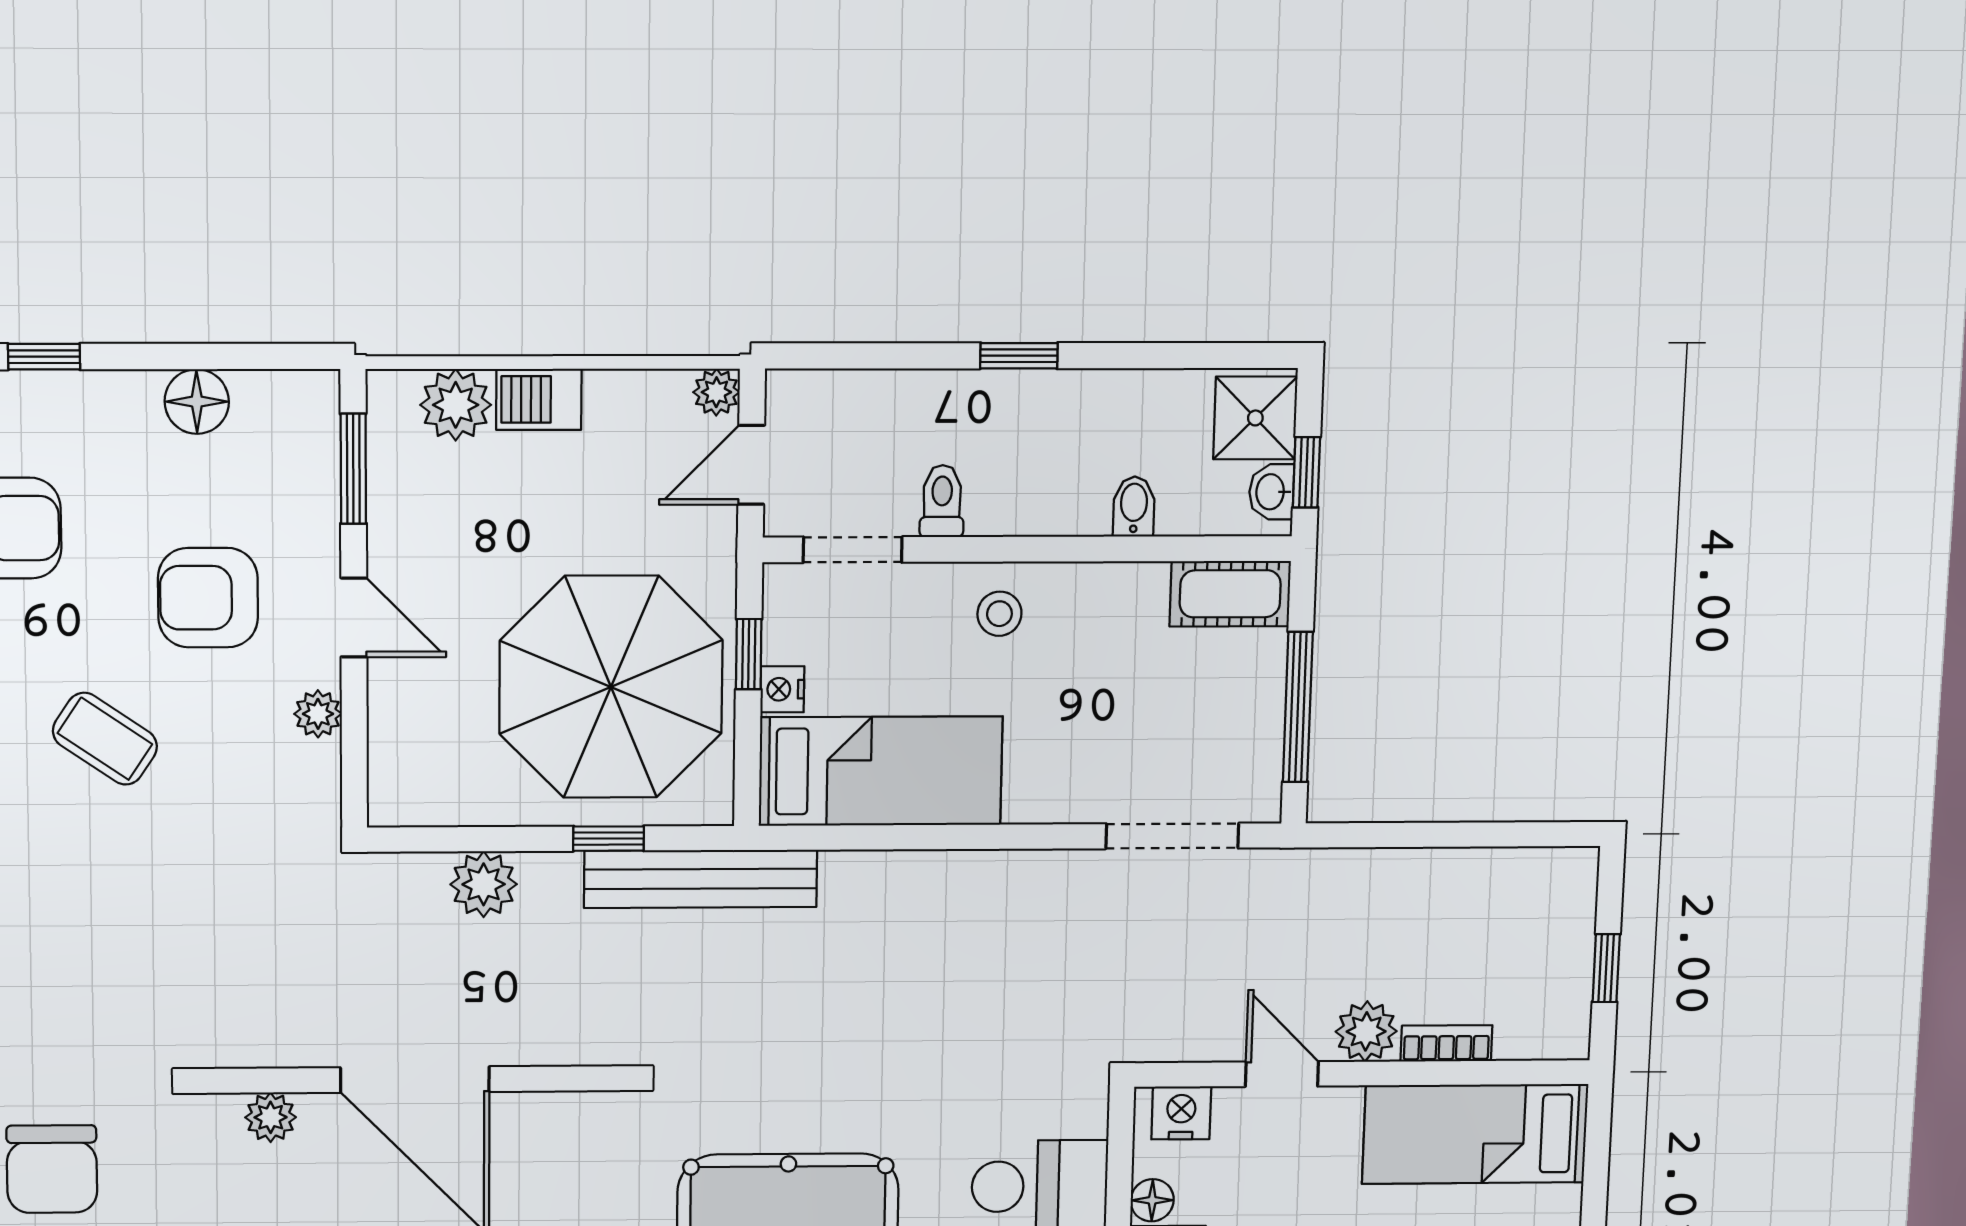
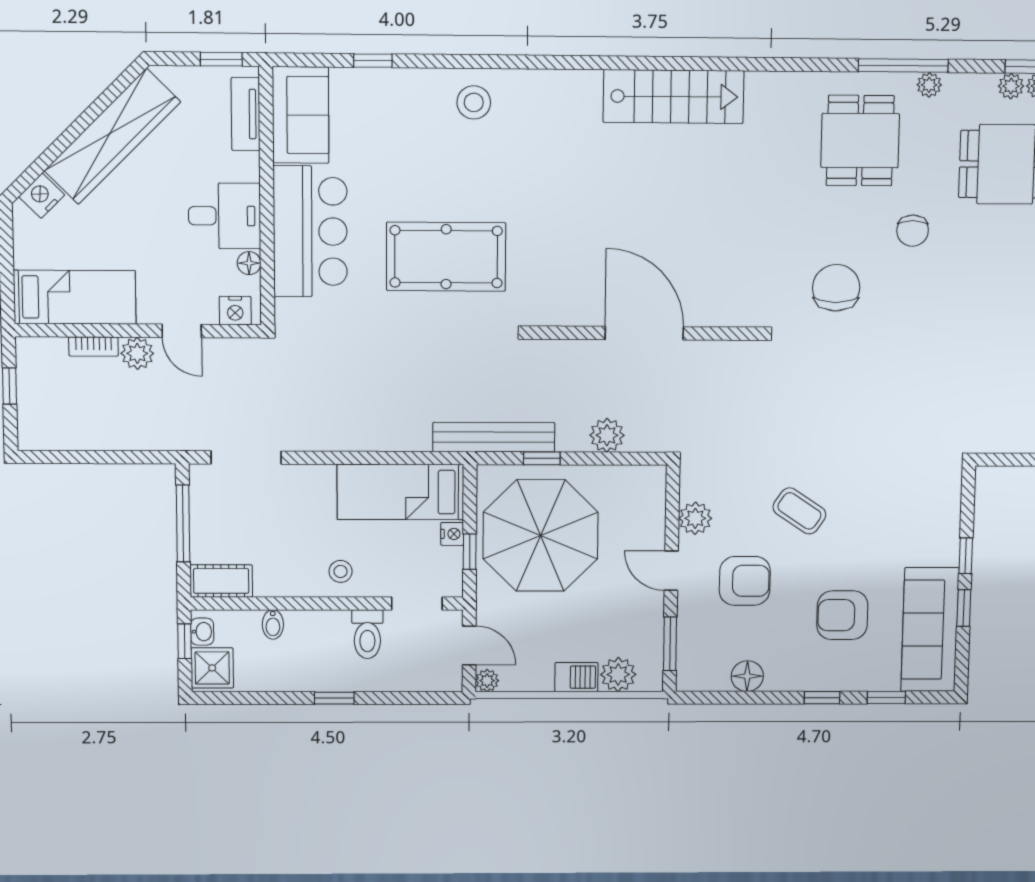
door: (751, 465) -> (469, 645), hinge flipped
toilet: (942, 501) -> (367, 634), width x1.37, depth x1.39
plant: (318, 714) -> (695, 518), width x1.38, depth x1.38
plant: (271, 1117) -> (721, 314), removed

